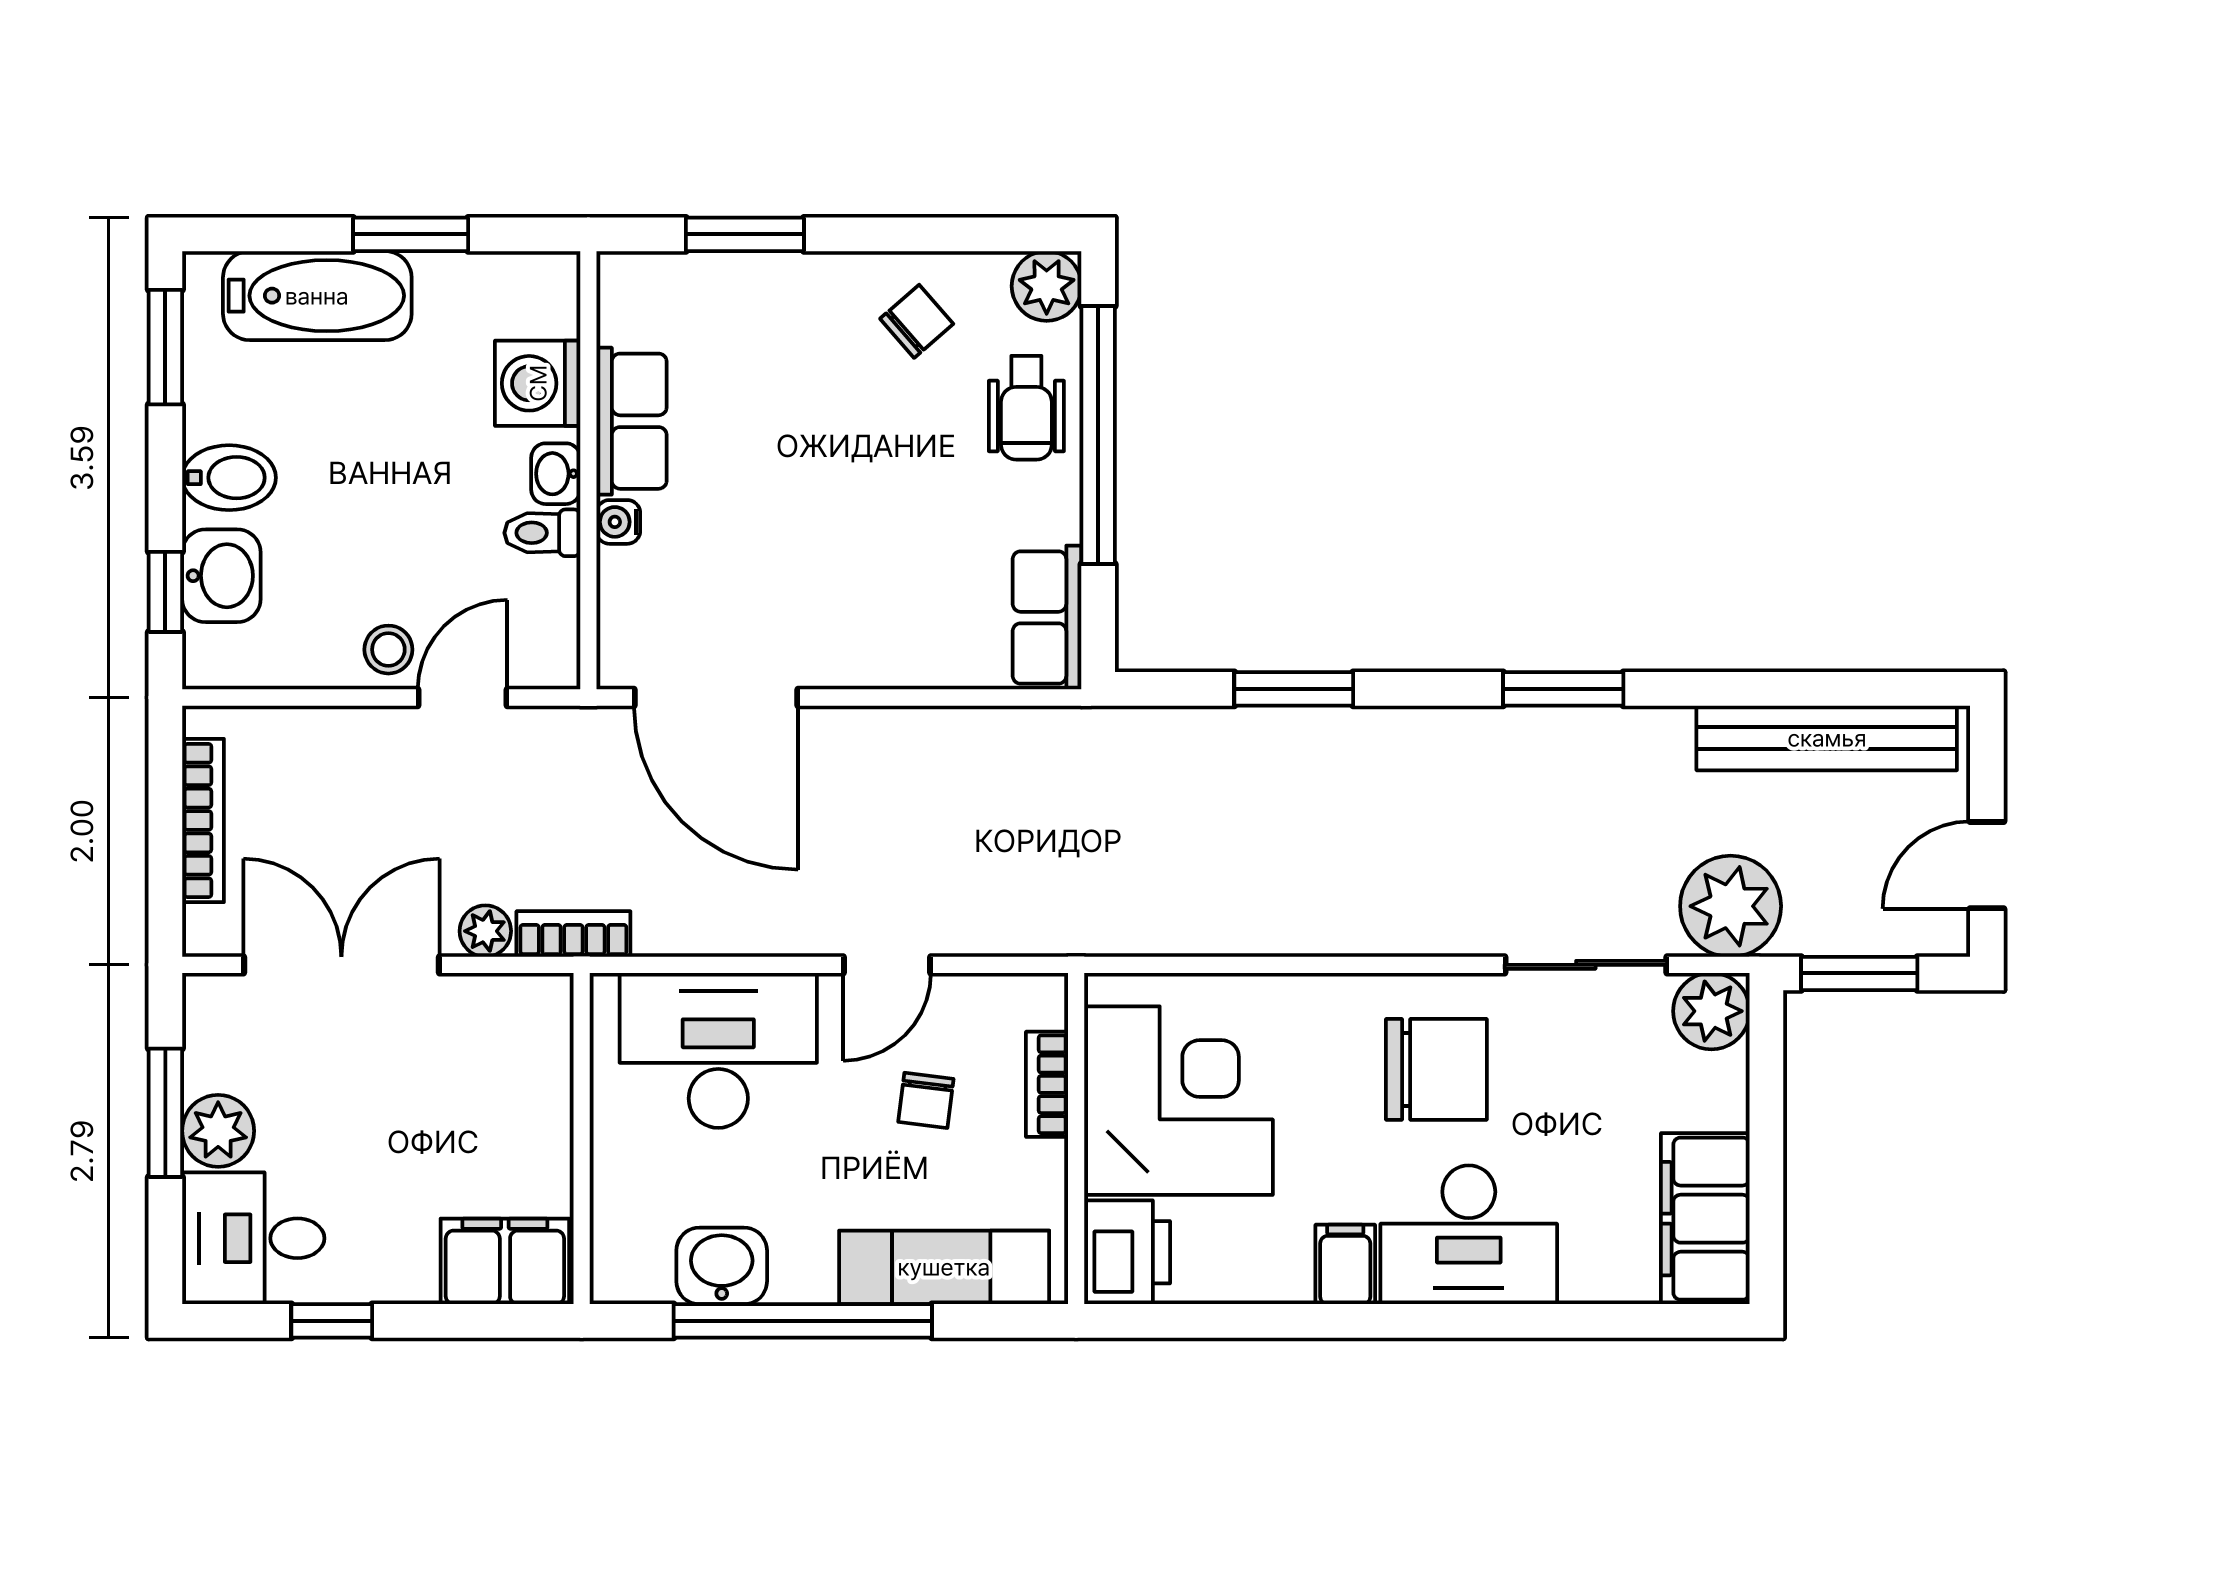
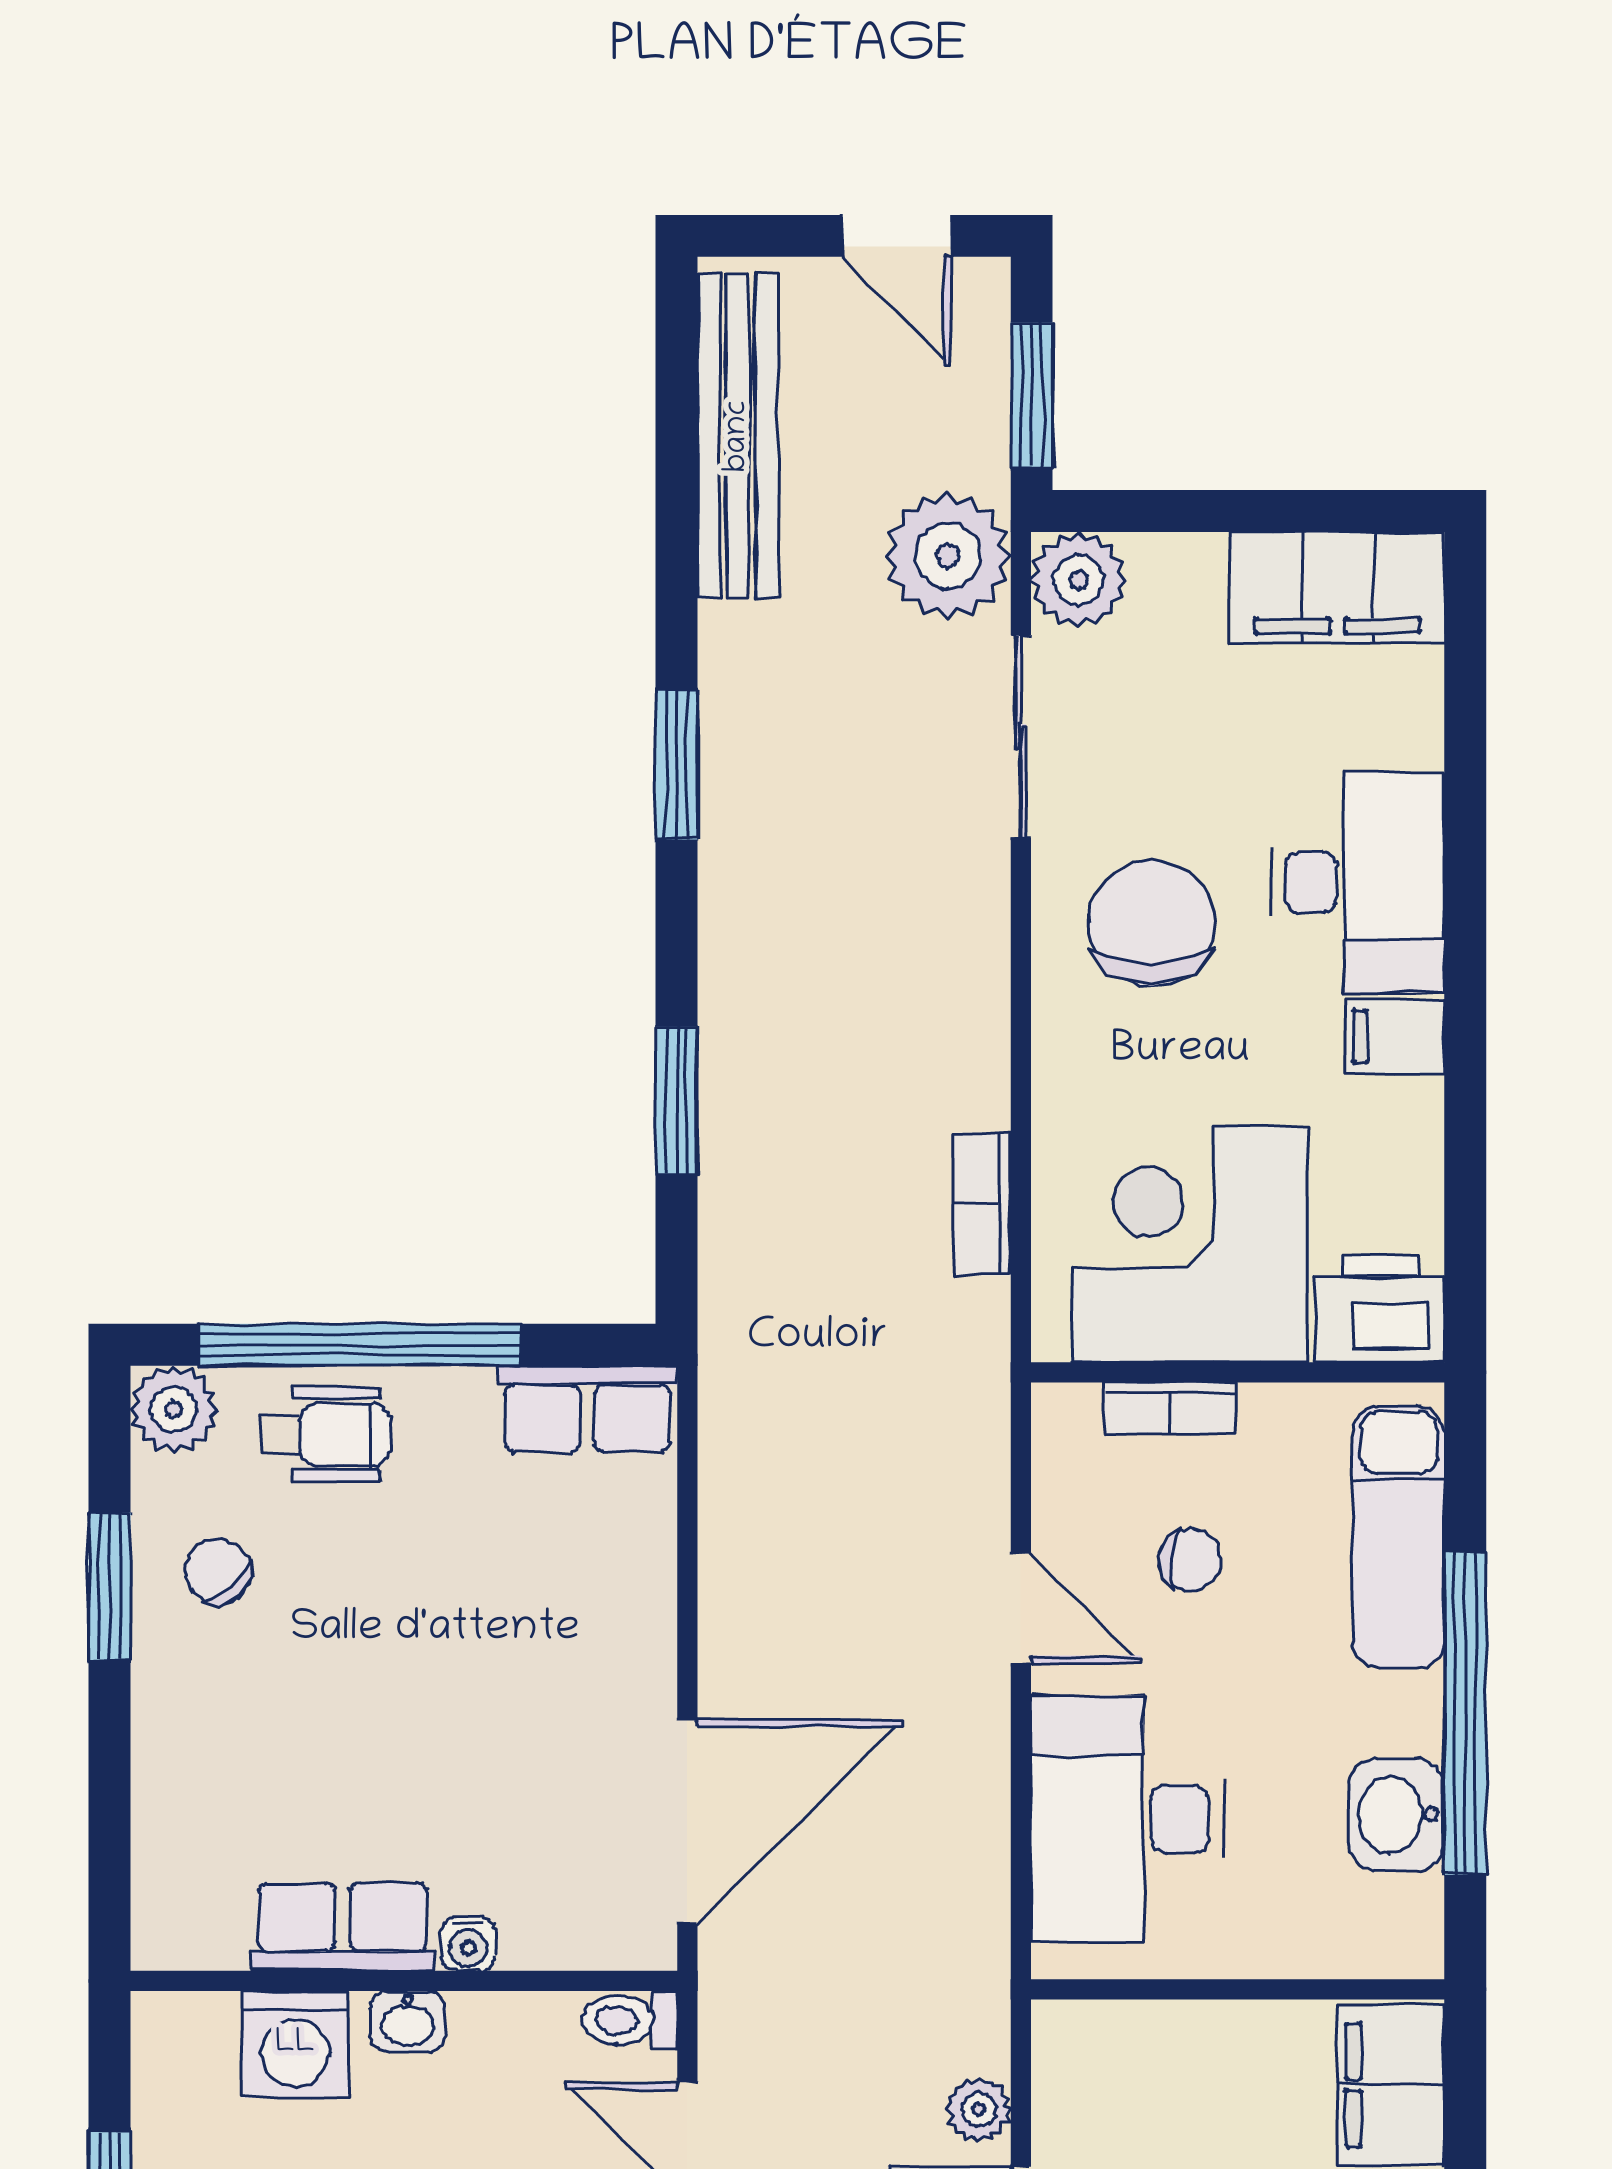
window: (745, 234) -> (109, 1587), moved
toilet: (542, 533) -> (630, 2020), moved, turned 90
bookcase: (573, 934) -> (982, 1204), moved

